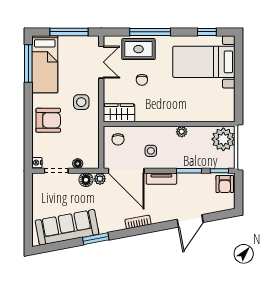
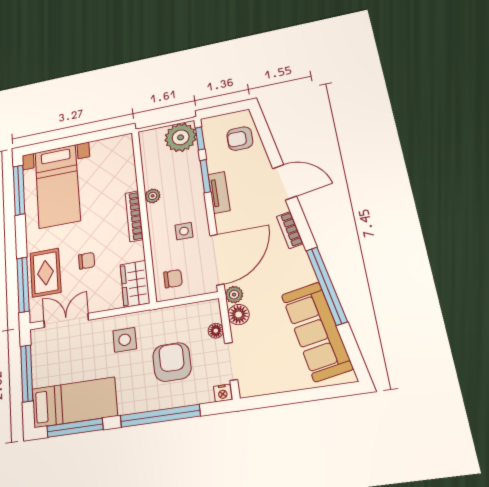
window: (150, 32) -> (23, 285), moved
window: (207, 32) -> (19, 190), width x2.17
bookcase: (169, 117) -> (134, 216), added
armchair: (48, 120) -> (172, 362), moved
window: (28, 121) -> (160, 416), added
plant: (223, 139) -> (181, 137), moved
tv unit: (161, 179) -> (219, 192), moved
armchair: (225, 184) -> (240, 139), moved, turned 180
door: (190, 221) -> (285, 182), moved
window: (96, 239) -> (326, 286), width x2.11

